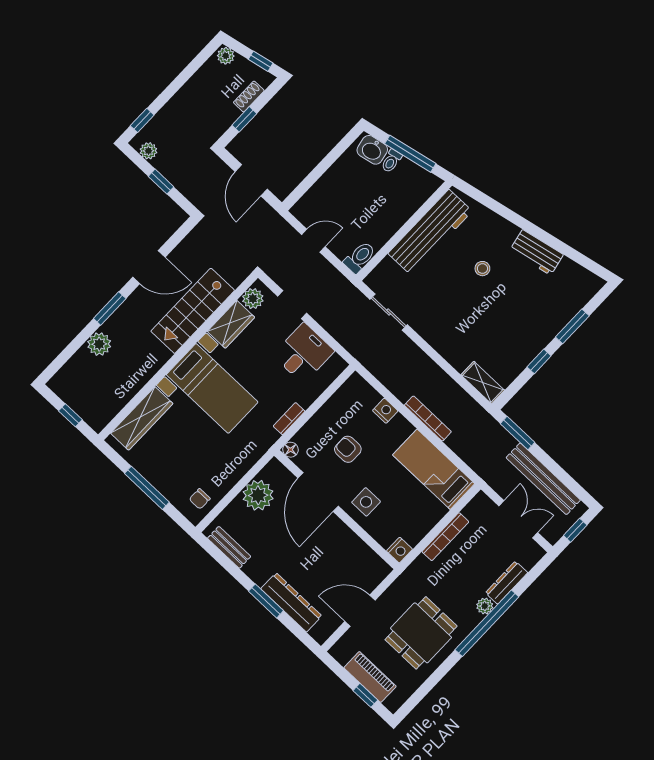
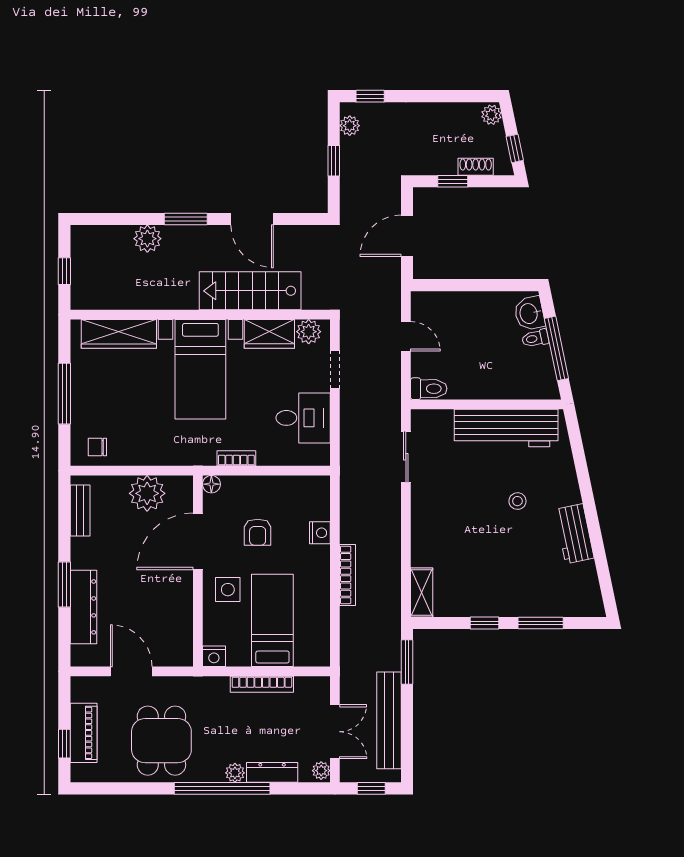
armchair: (348, 449) -> (258, 532), turned 180
bed: (434, 469) -> (272, 620), moved
plant: (534, 551) -> (321, 771), added
dining table: (421, 633) -> (161, 741), turned 90

